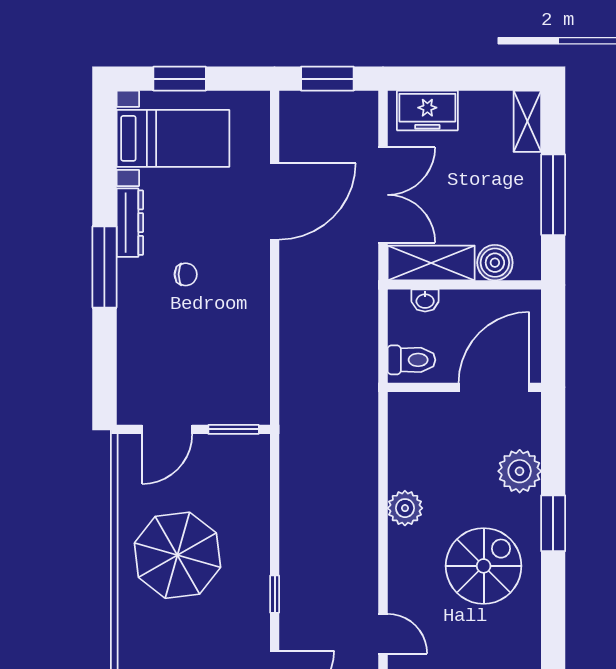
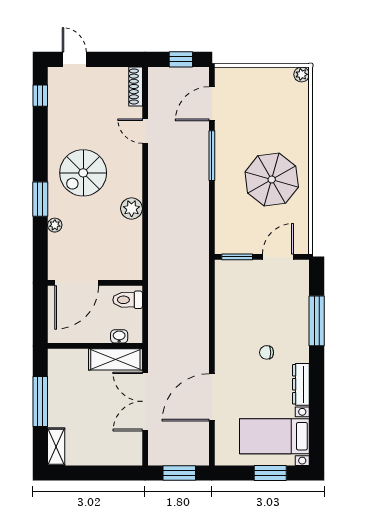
freezer: (427, 111) -> (118, 453), removed
boiler: (495, 263) -> (76, 360), removed
window: (104, 267) -> (317, 321), moved
plant: (520, 471) -> (55, 225), width x0.53, depth x0.53
window: (275, 594) -> (212, 156), width x2.17

